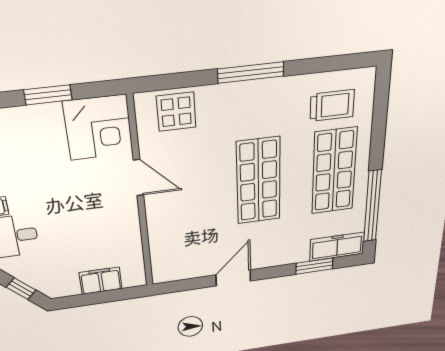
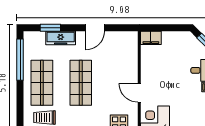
freezer: (337, 247) -> (61, 38), moved
filing cabinet: (101, 281) -> (151, 38), moved

